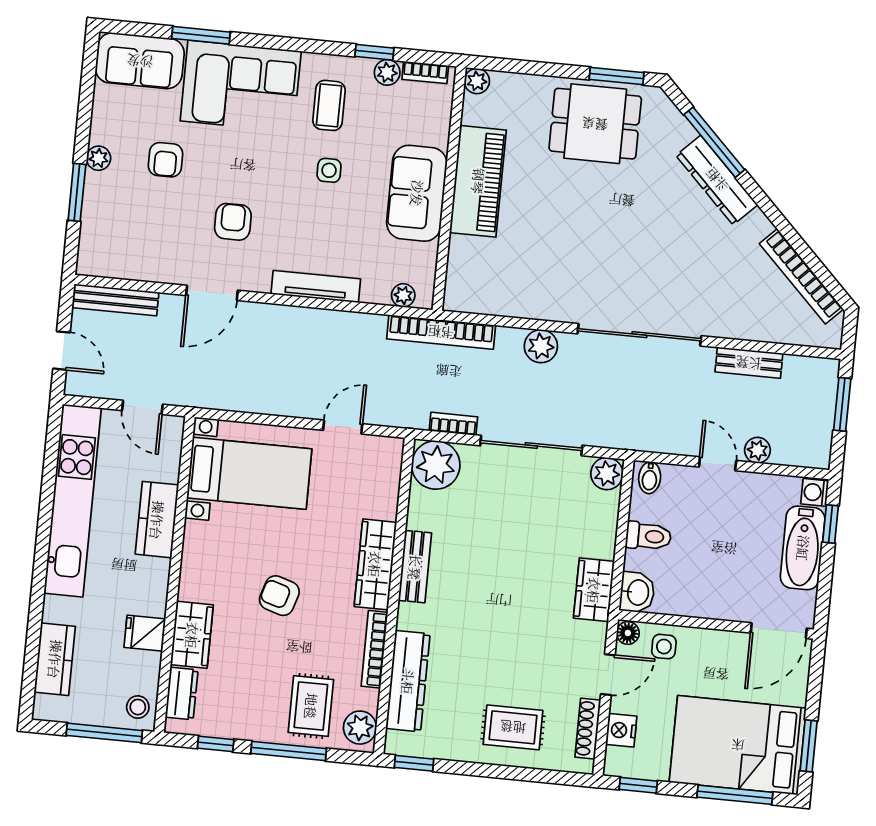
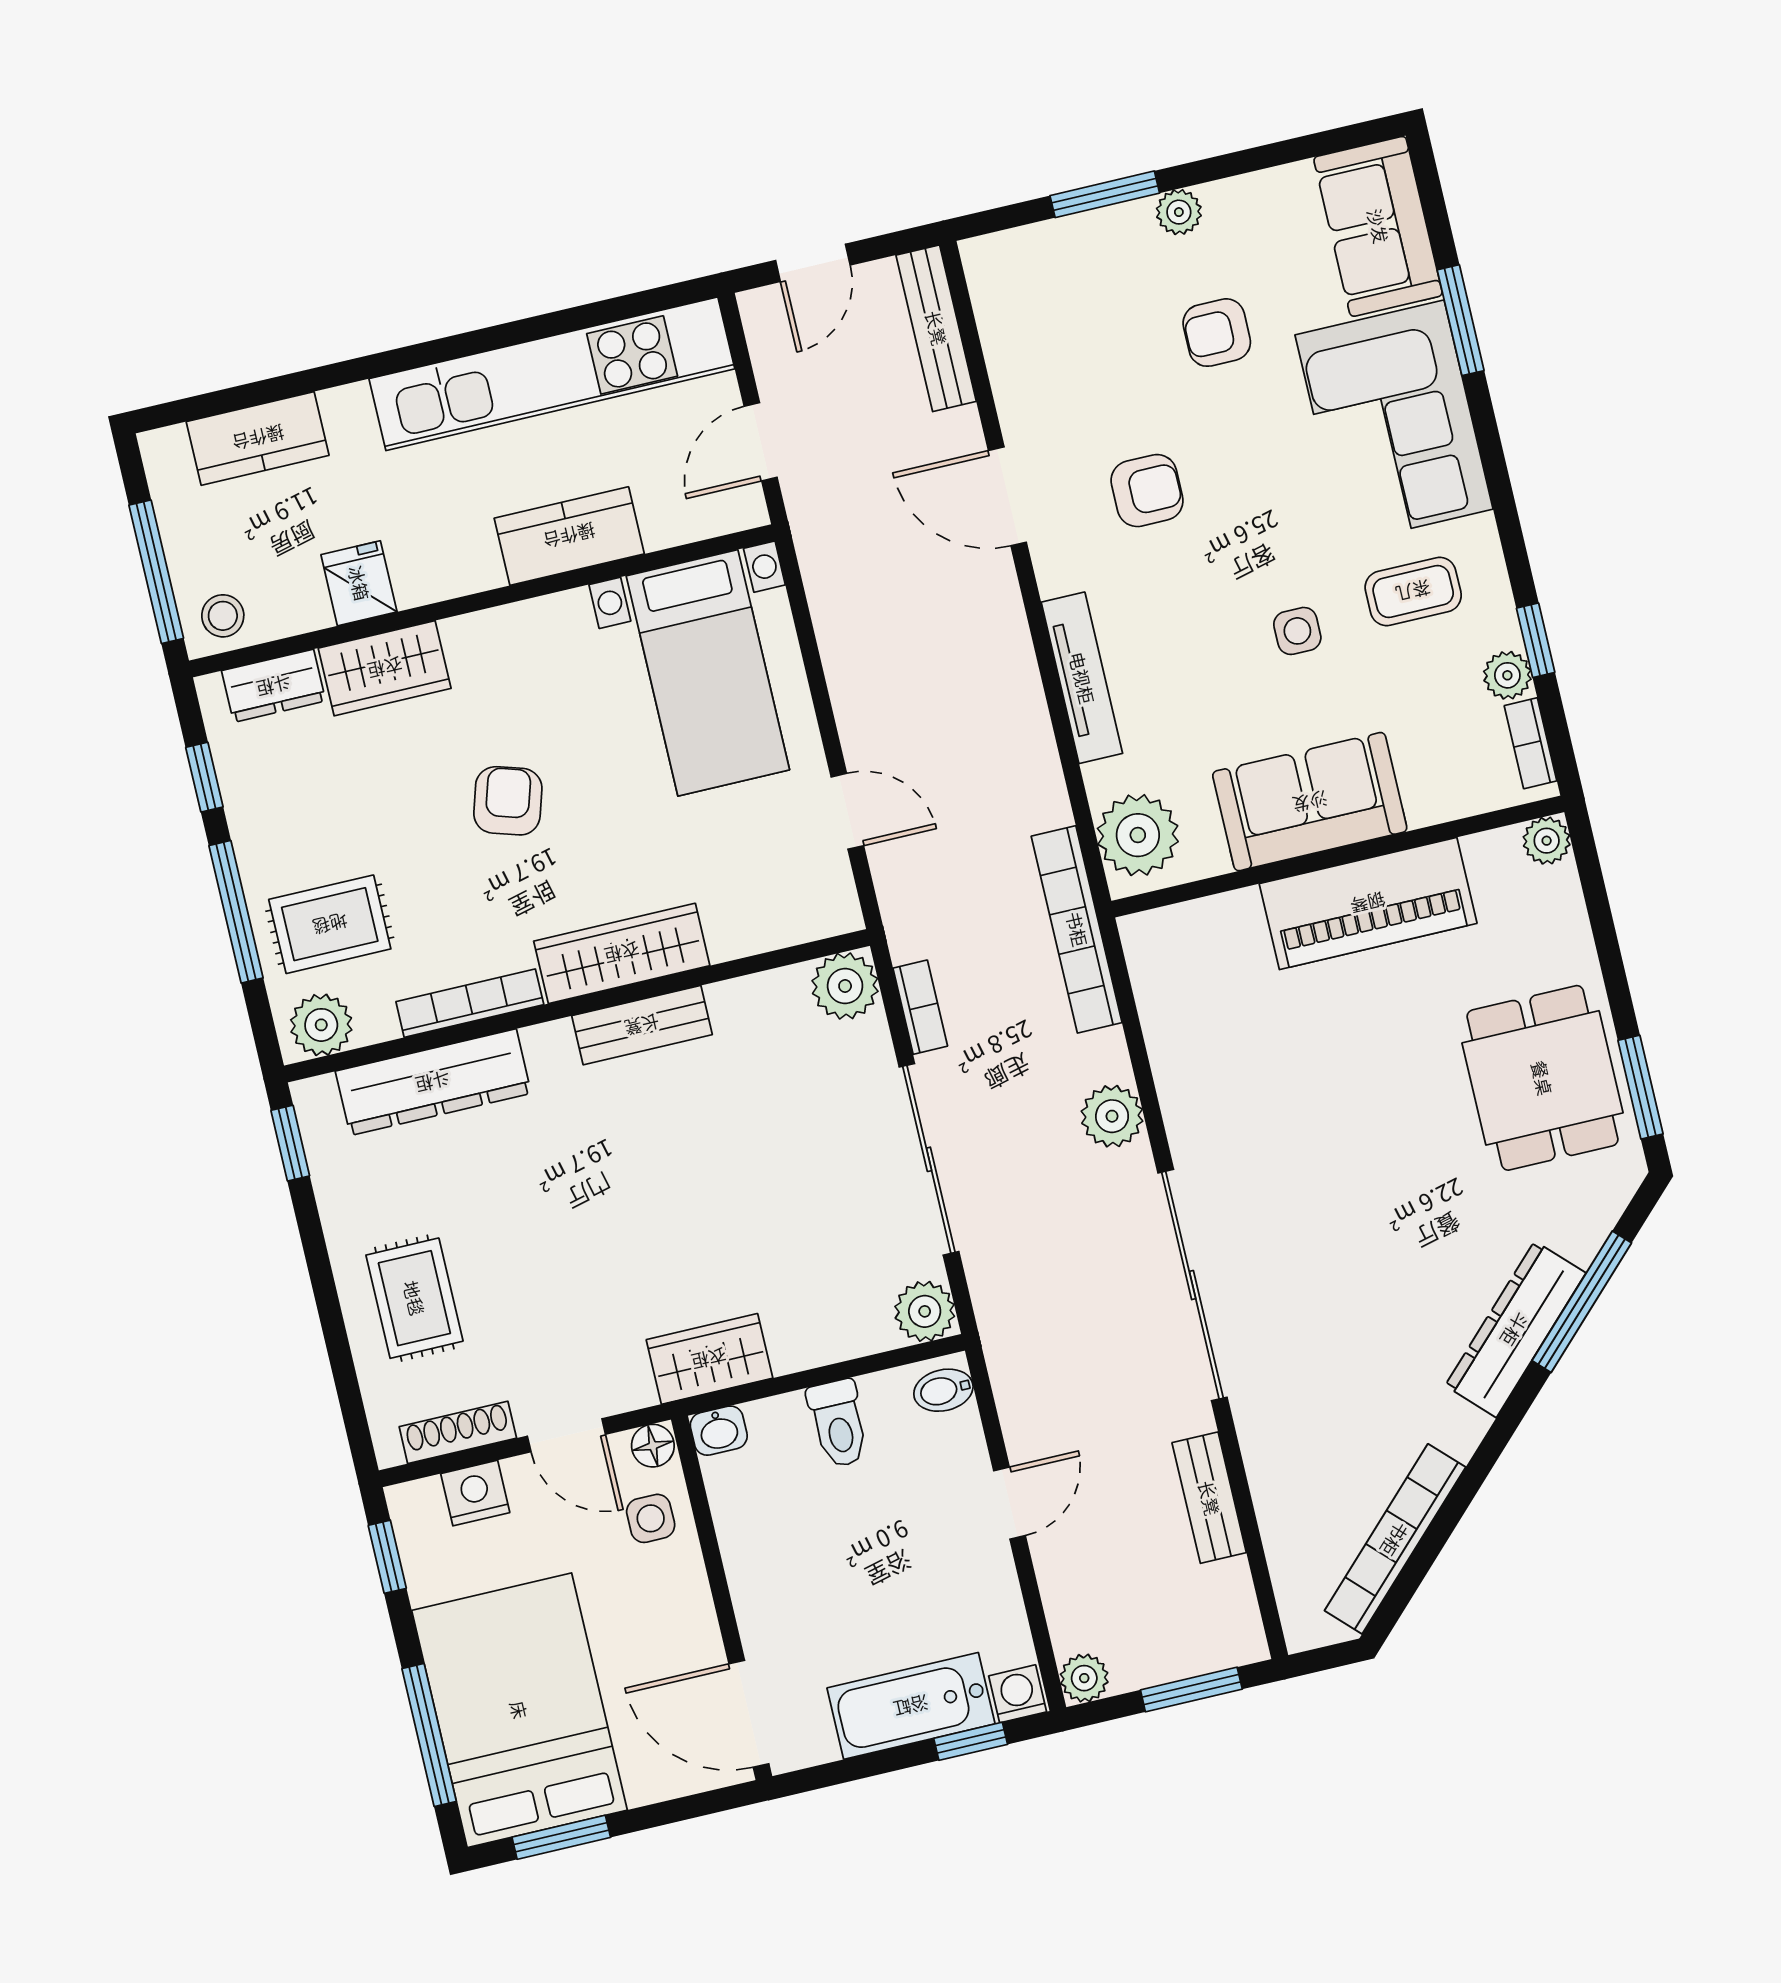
plant: (403, 295) -> (1138, 835), width x1.88, depth x1.88
plant: (757, 450) -> (1084, 1678), moved
plant: (436, 465) -> (845, 986), width x0.73, depth x0.73
washbasin: (637, 592) -> (719, 1431), width x0.72, depth x0.69

